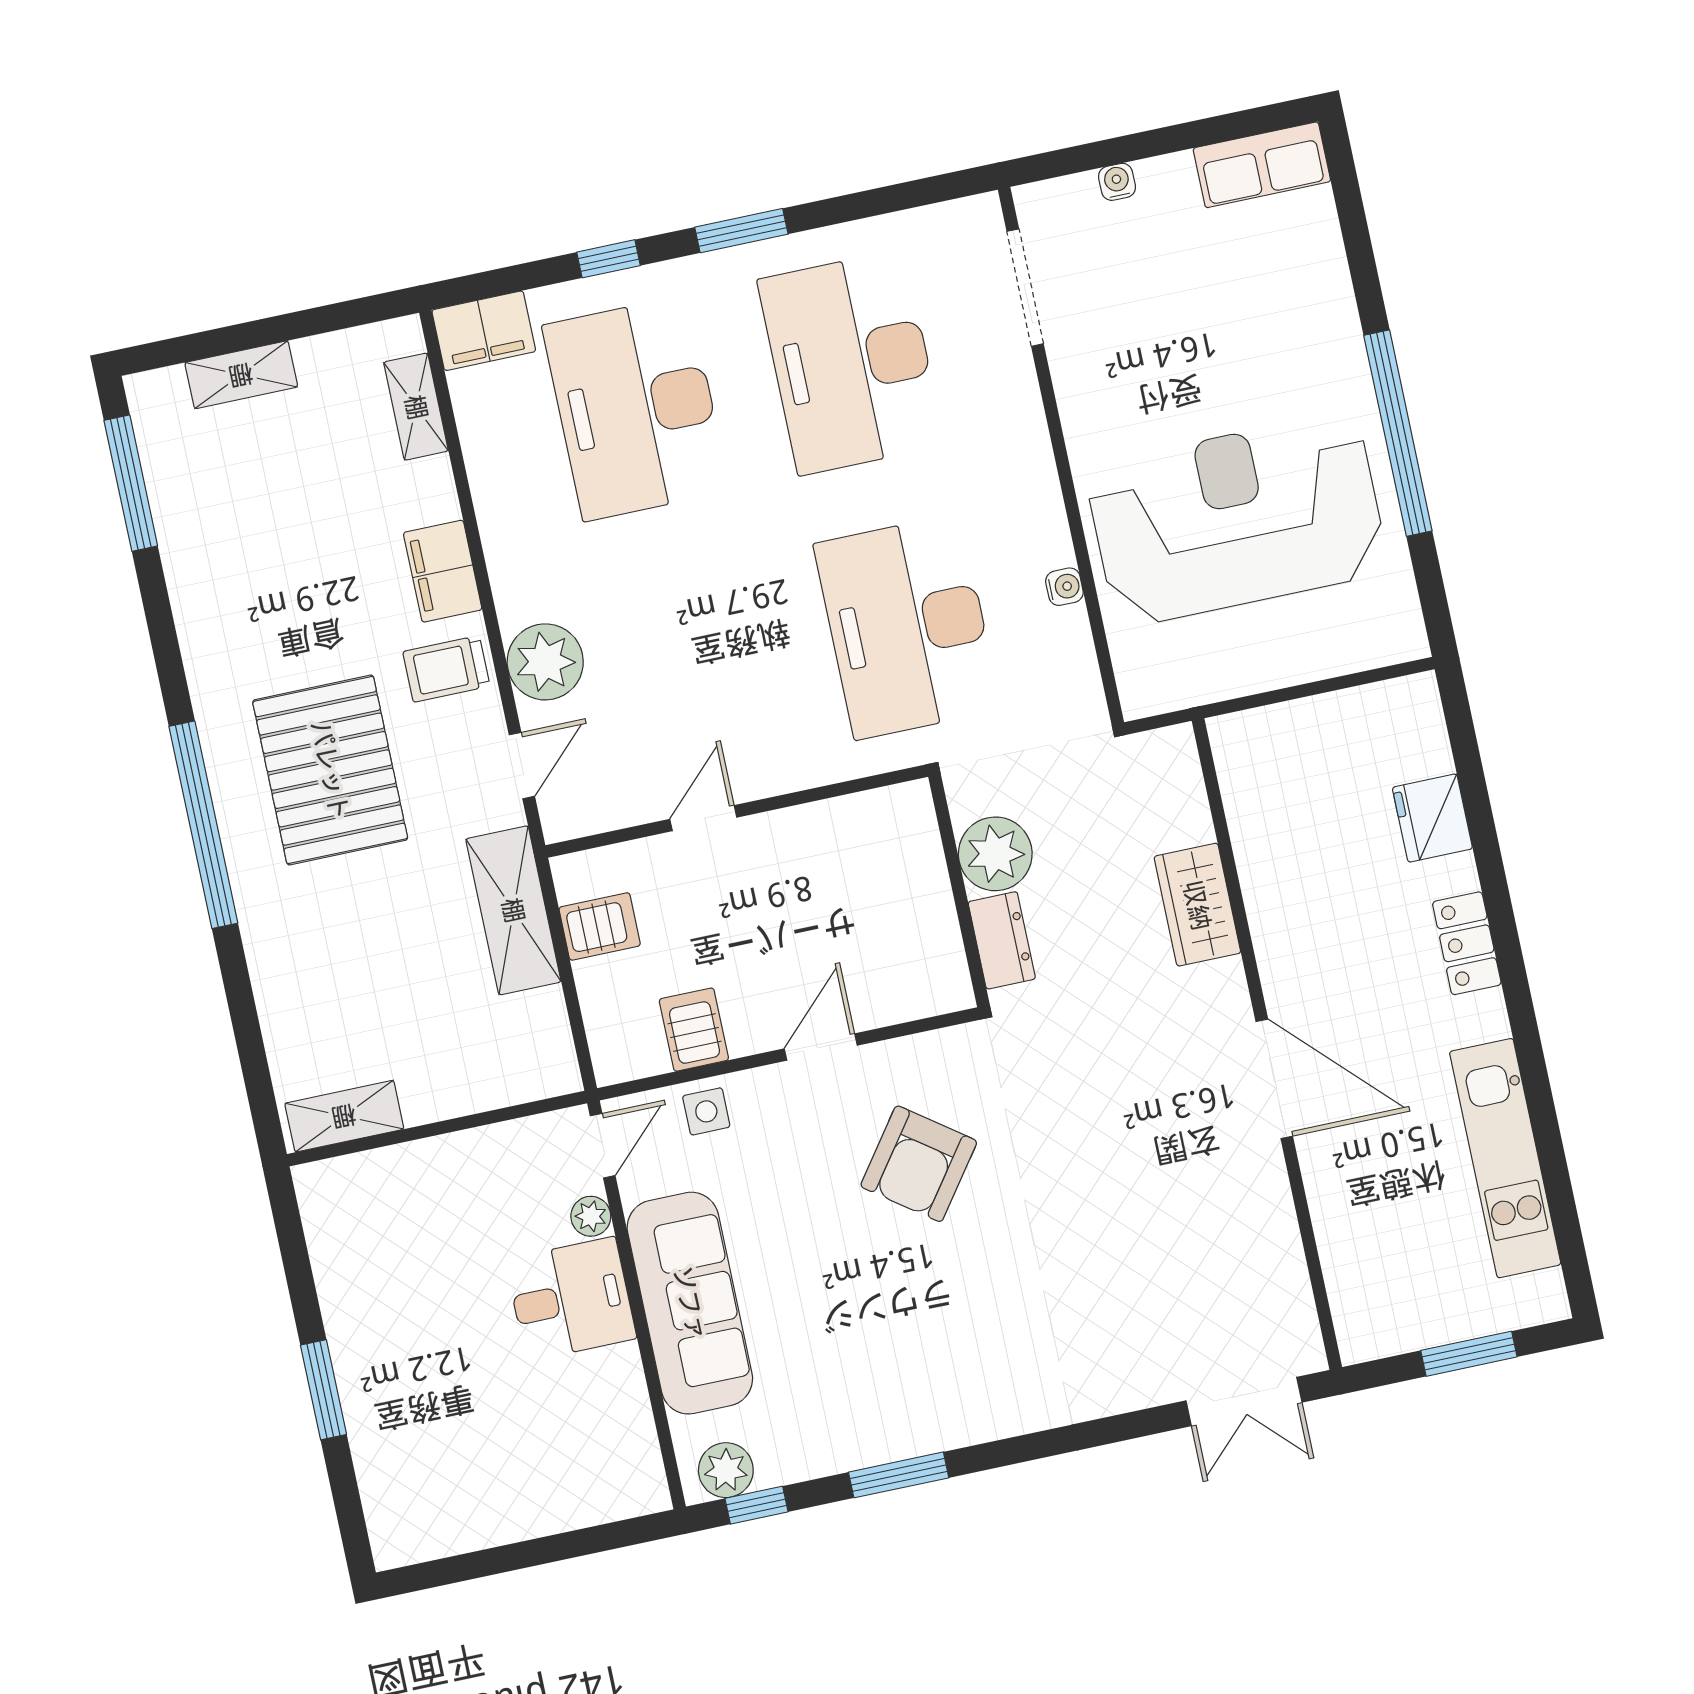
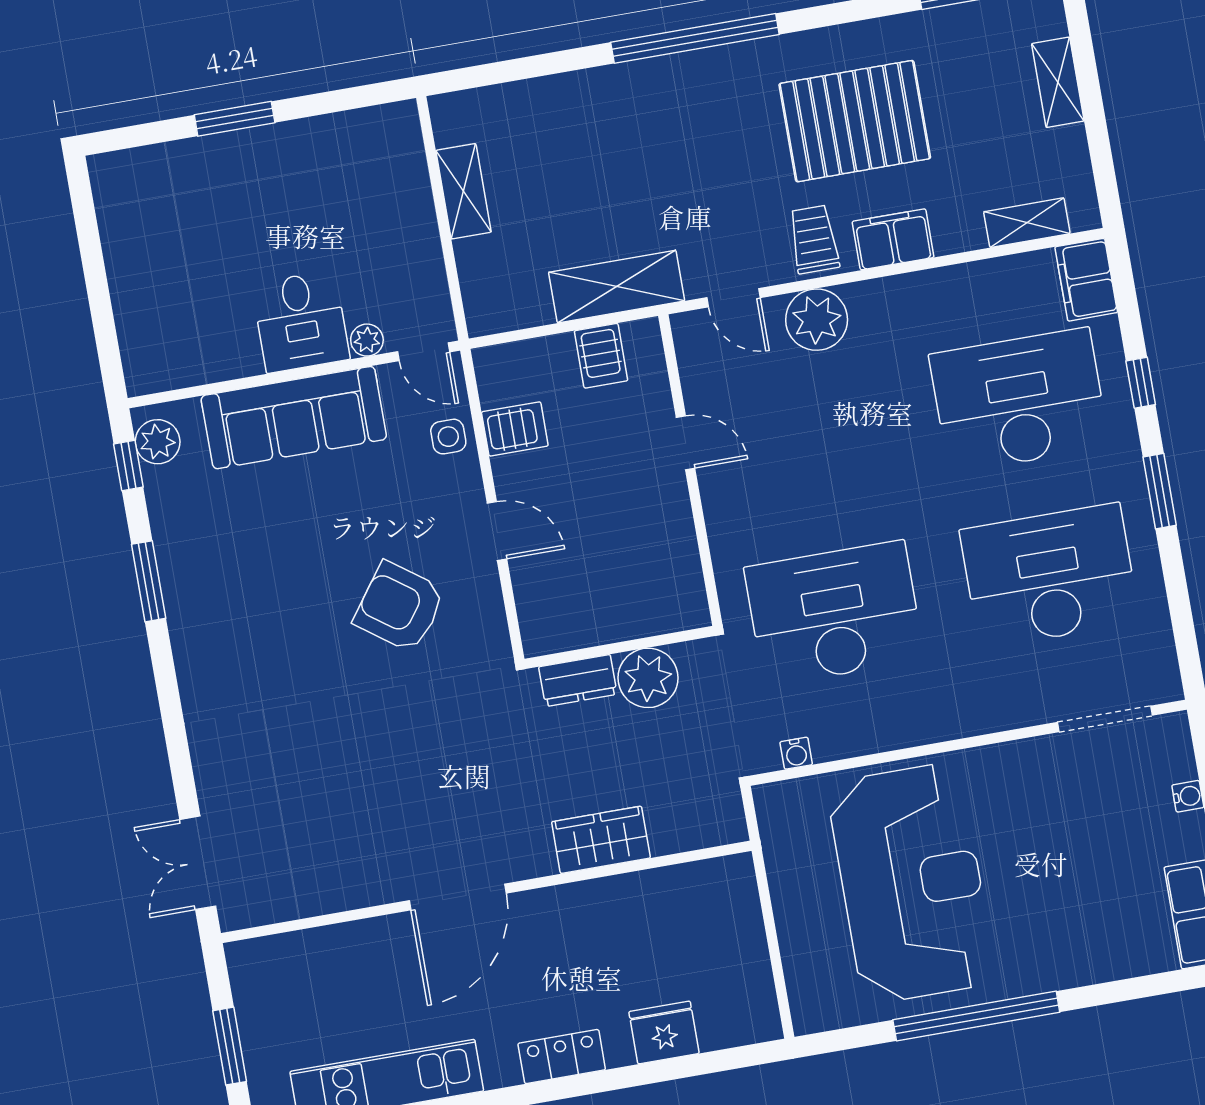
water cooler: (1064, 587) -> (796, 753), moved
pallet: (330, 770) -> (855, 121), moved
shelving: (344, 1116) -> (463, 191), moved

